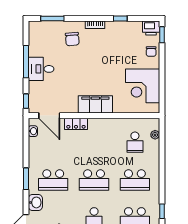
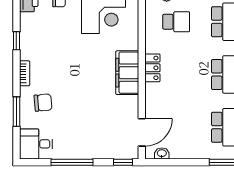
window: (52, 19) -> (16, 112), moved
desk: (41, 69) -> (36, 144), moved, turned 90
locker: (76, 124) -> (152, 68), moved

